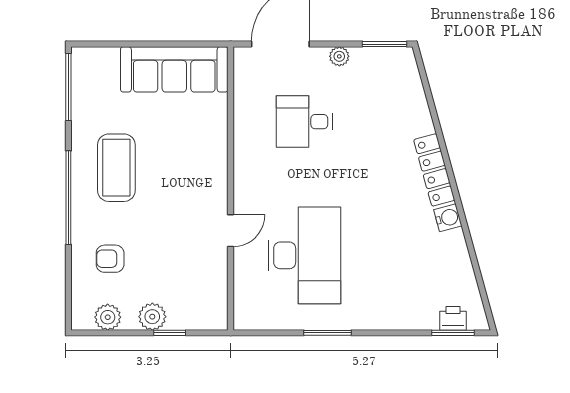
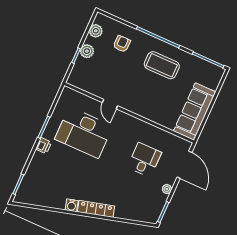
printer: (453, 318) -> (44, 146), moved

